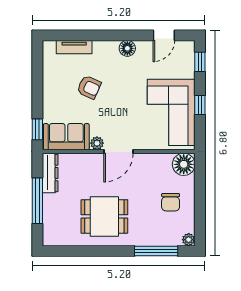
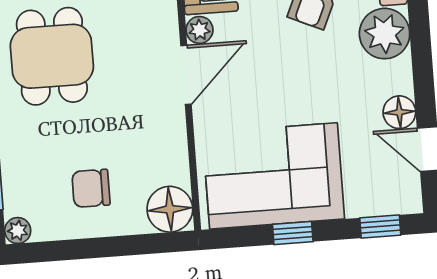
floor lamp: (127, 48) -> (399, 112), moved
plant: (106, 53) -> (385, 34), added
door: (119, 151) -> (186, 75), swing flipped

